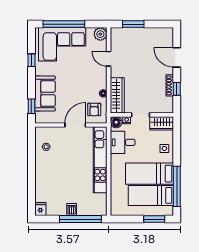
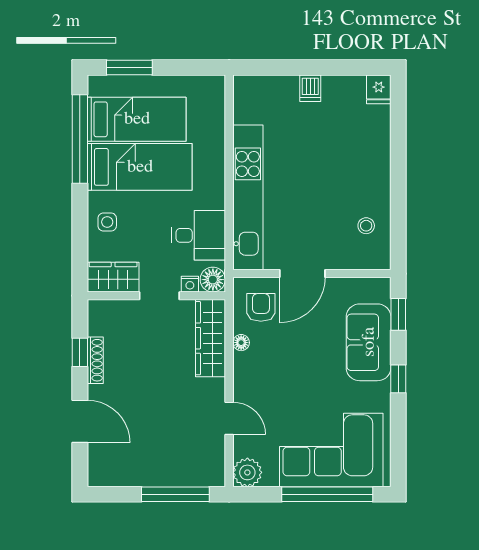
window: (133, 24) -> (175, 494), width x1.44
window: (31, 60) -> (398, 379), moved
window: (80, 219) -> (291, 67), removed

